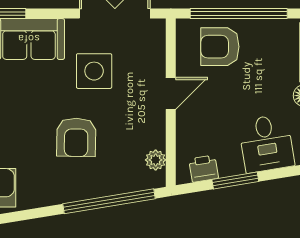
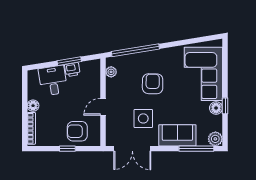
window: (239, 14) -> (67, 149), width x0.32
armchair: (220, 47) -> (77, 131), turned 180
printer: (204, 169) -> (72, 70), moved

